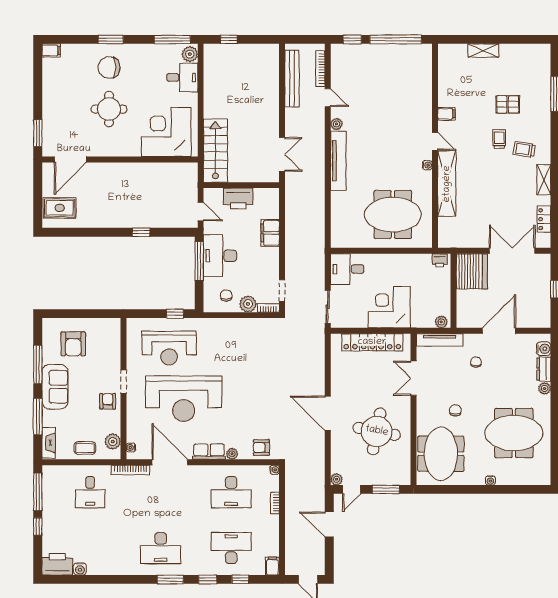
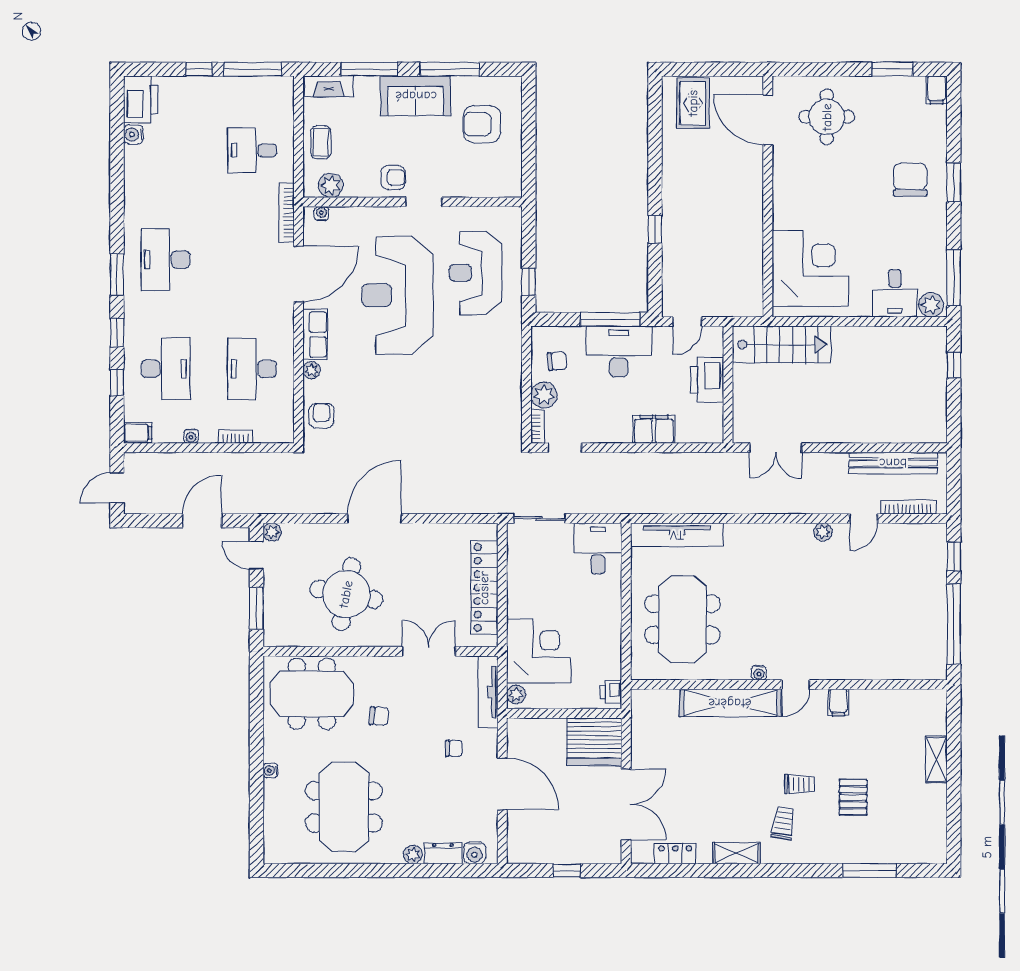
round table: (109, 109) -> (827, 117), moved
window: (38, 133) -> (892, 69), moved
tv unit: (338, 161) -> (677, 535), moved
corner desk: (389, 307) -> (539, 651), moved
water cooler: (275, 470) -> (191, 436), moved

